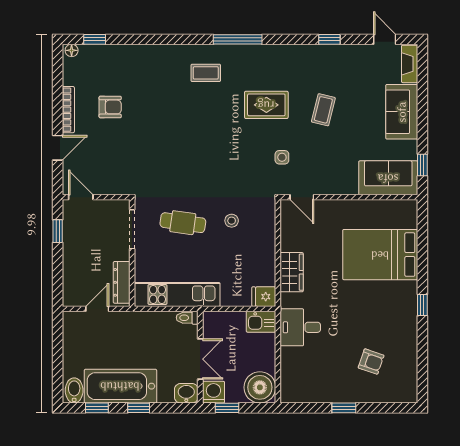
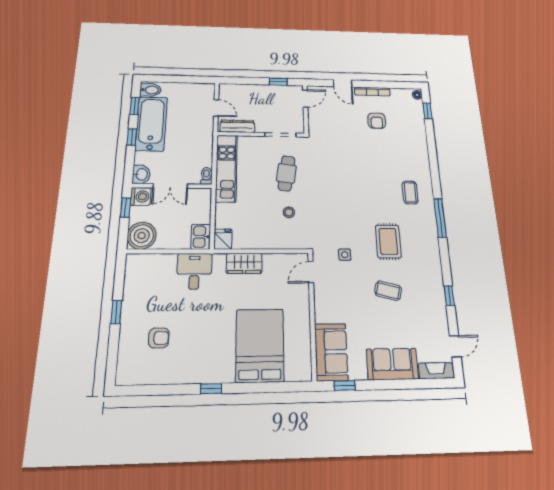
armchair: (371, 362) -> (159, 338), turned -109

